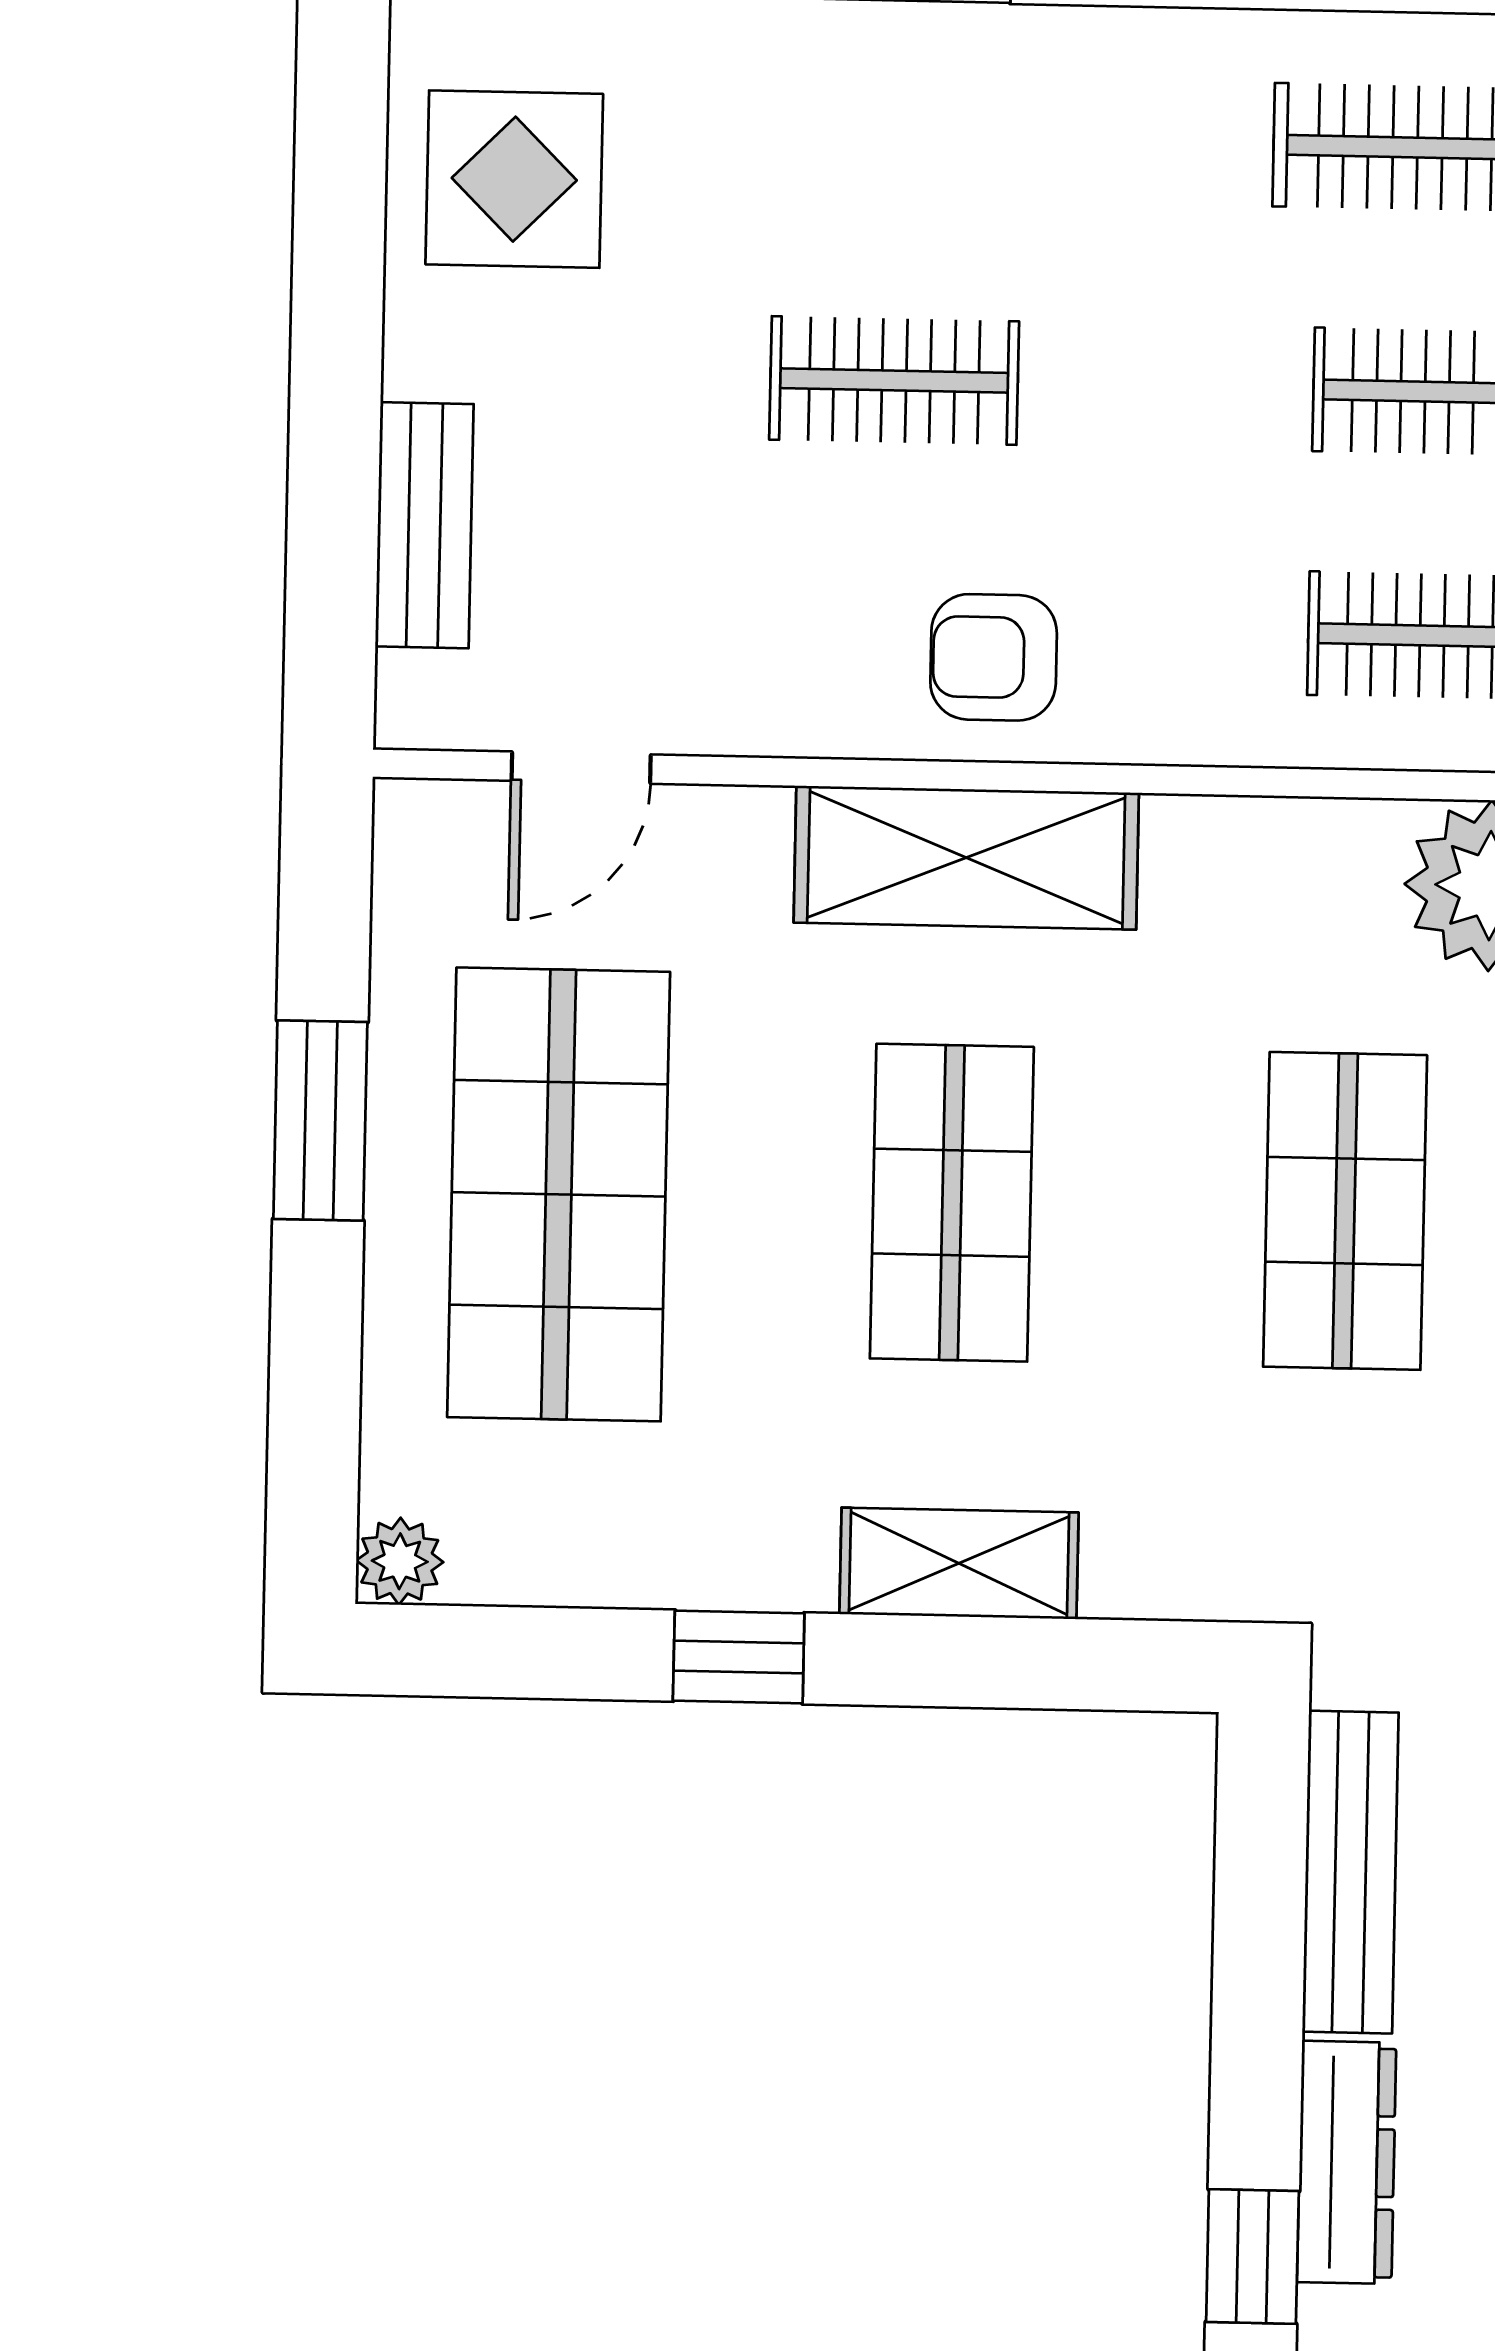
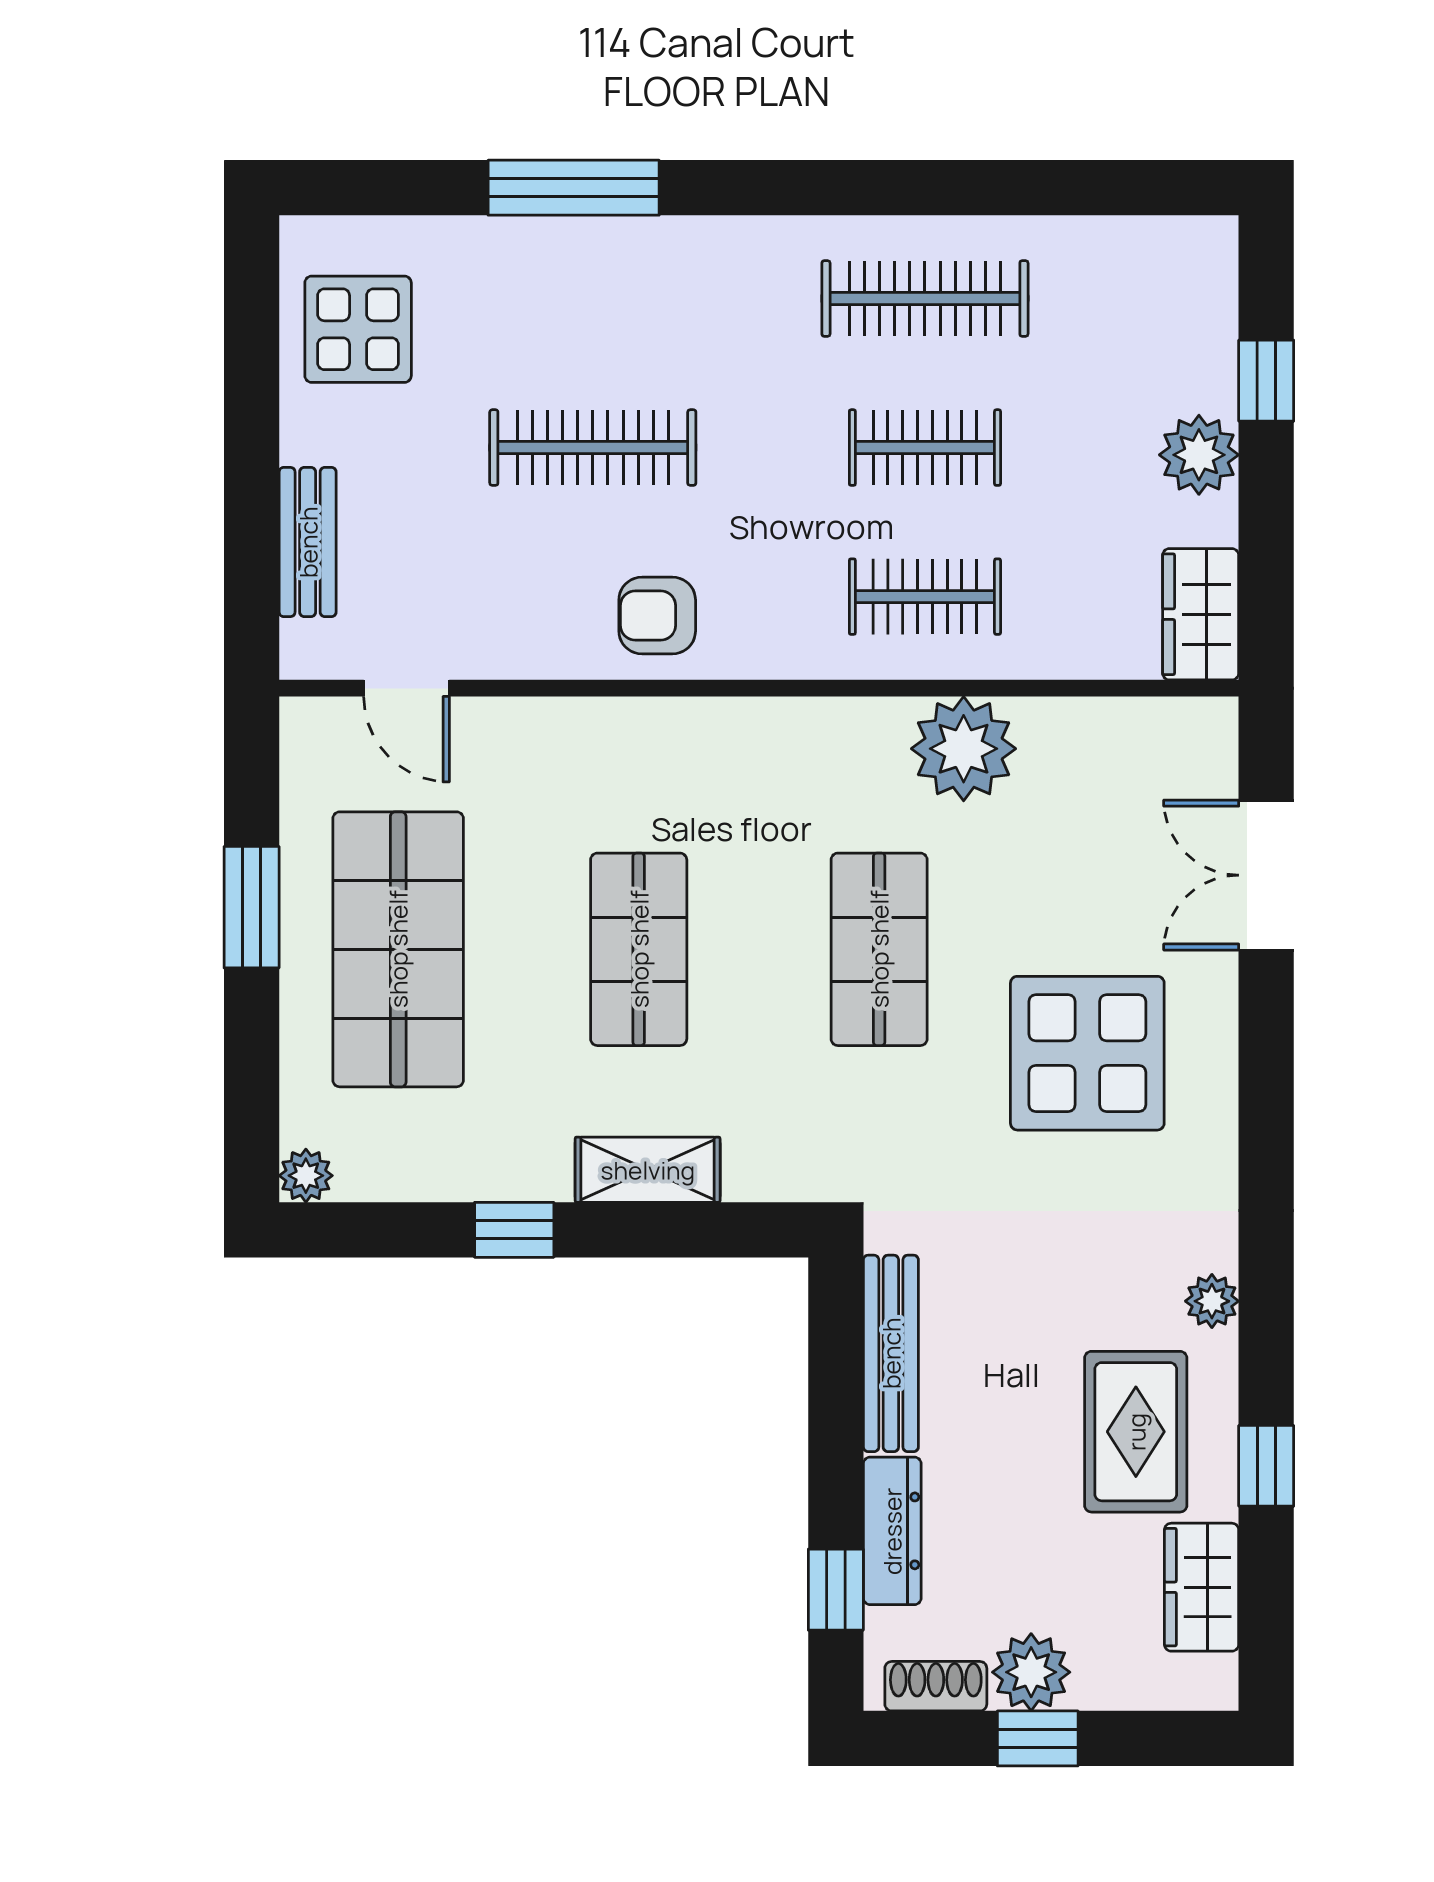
clothes rail: (894, 381) -> (593, 448), width x1.36
door: (581, 768) -> (407, 688), hinge flipped
shelving: (966, 858) -> (643, 738), removed

